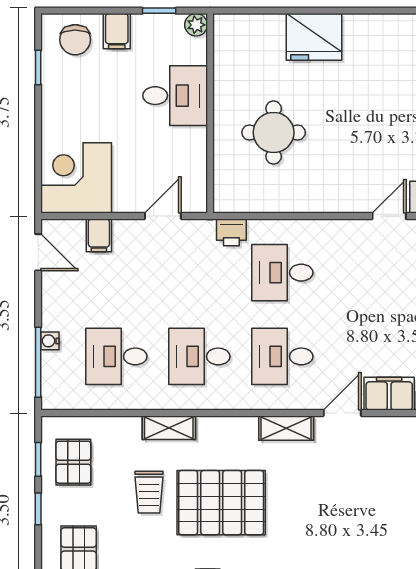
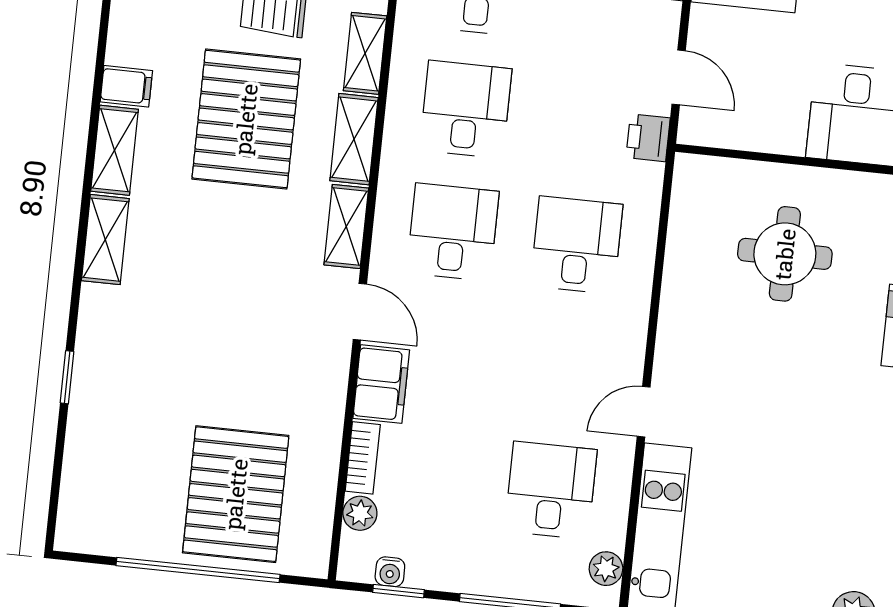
door: (389, 216) -> (644, 412), swing flipped
printer: (231, 232) -> (648, 138), moved
shelving: (227, 429) -> (354, 139), added

